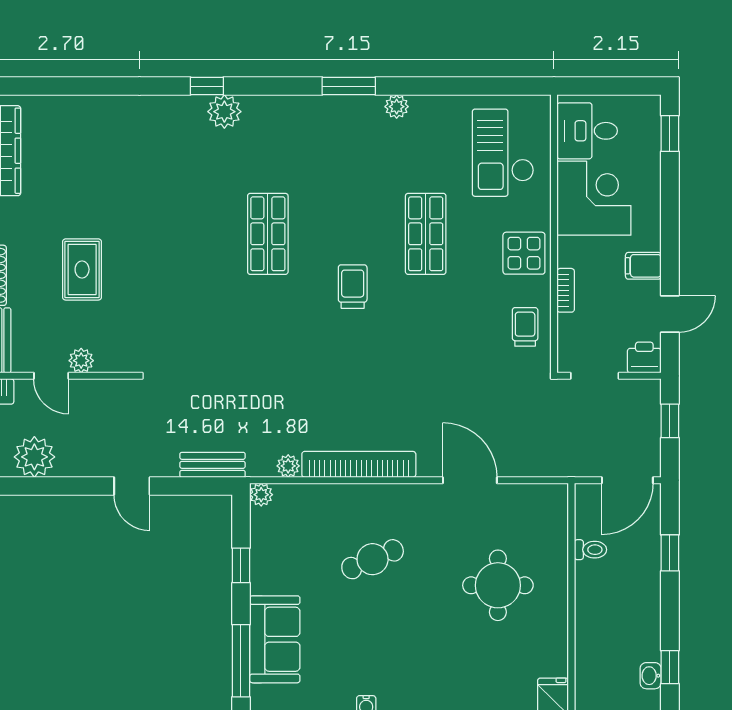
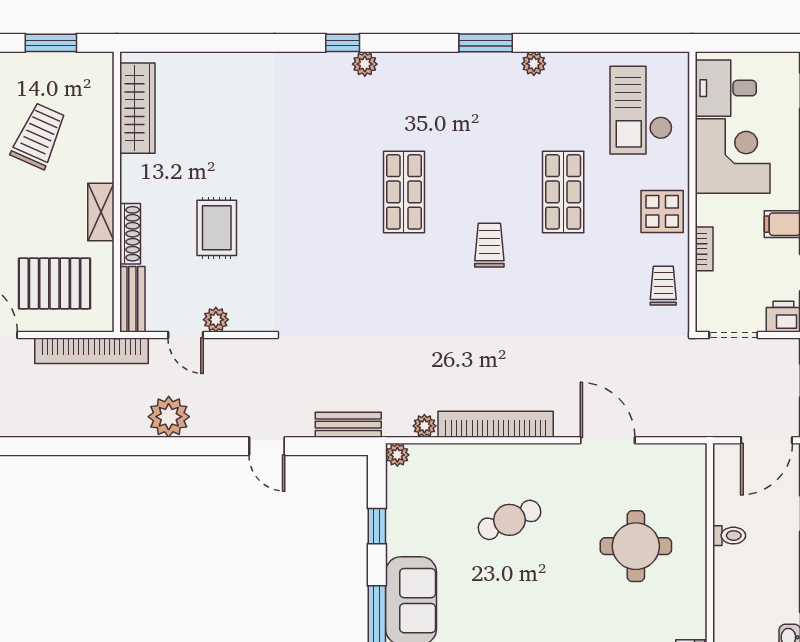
plant: (224, 112) -> (365, 64), width x0.73, depth x0.73
toilet: (590, 550) -> (729, 536), moved

